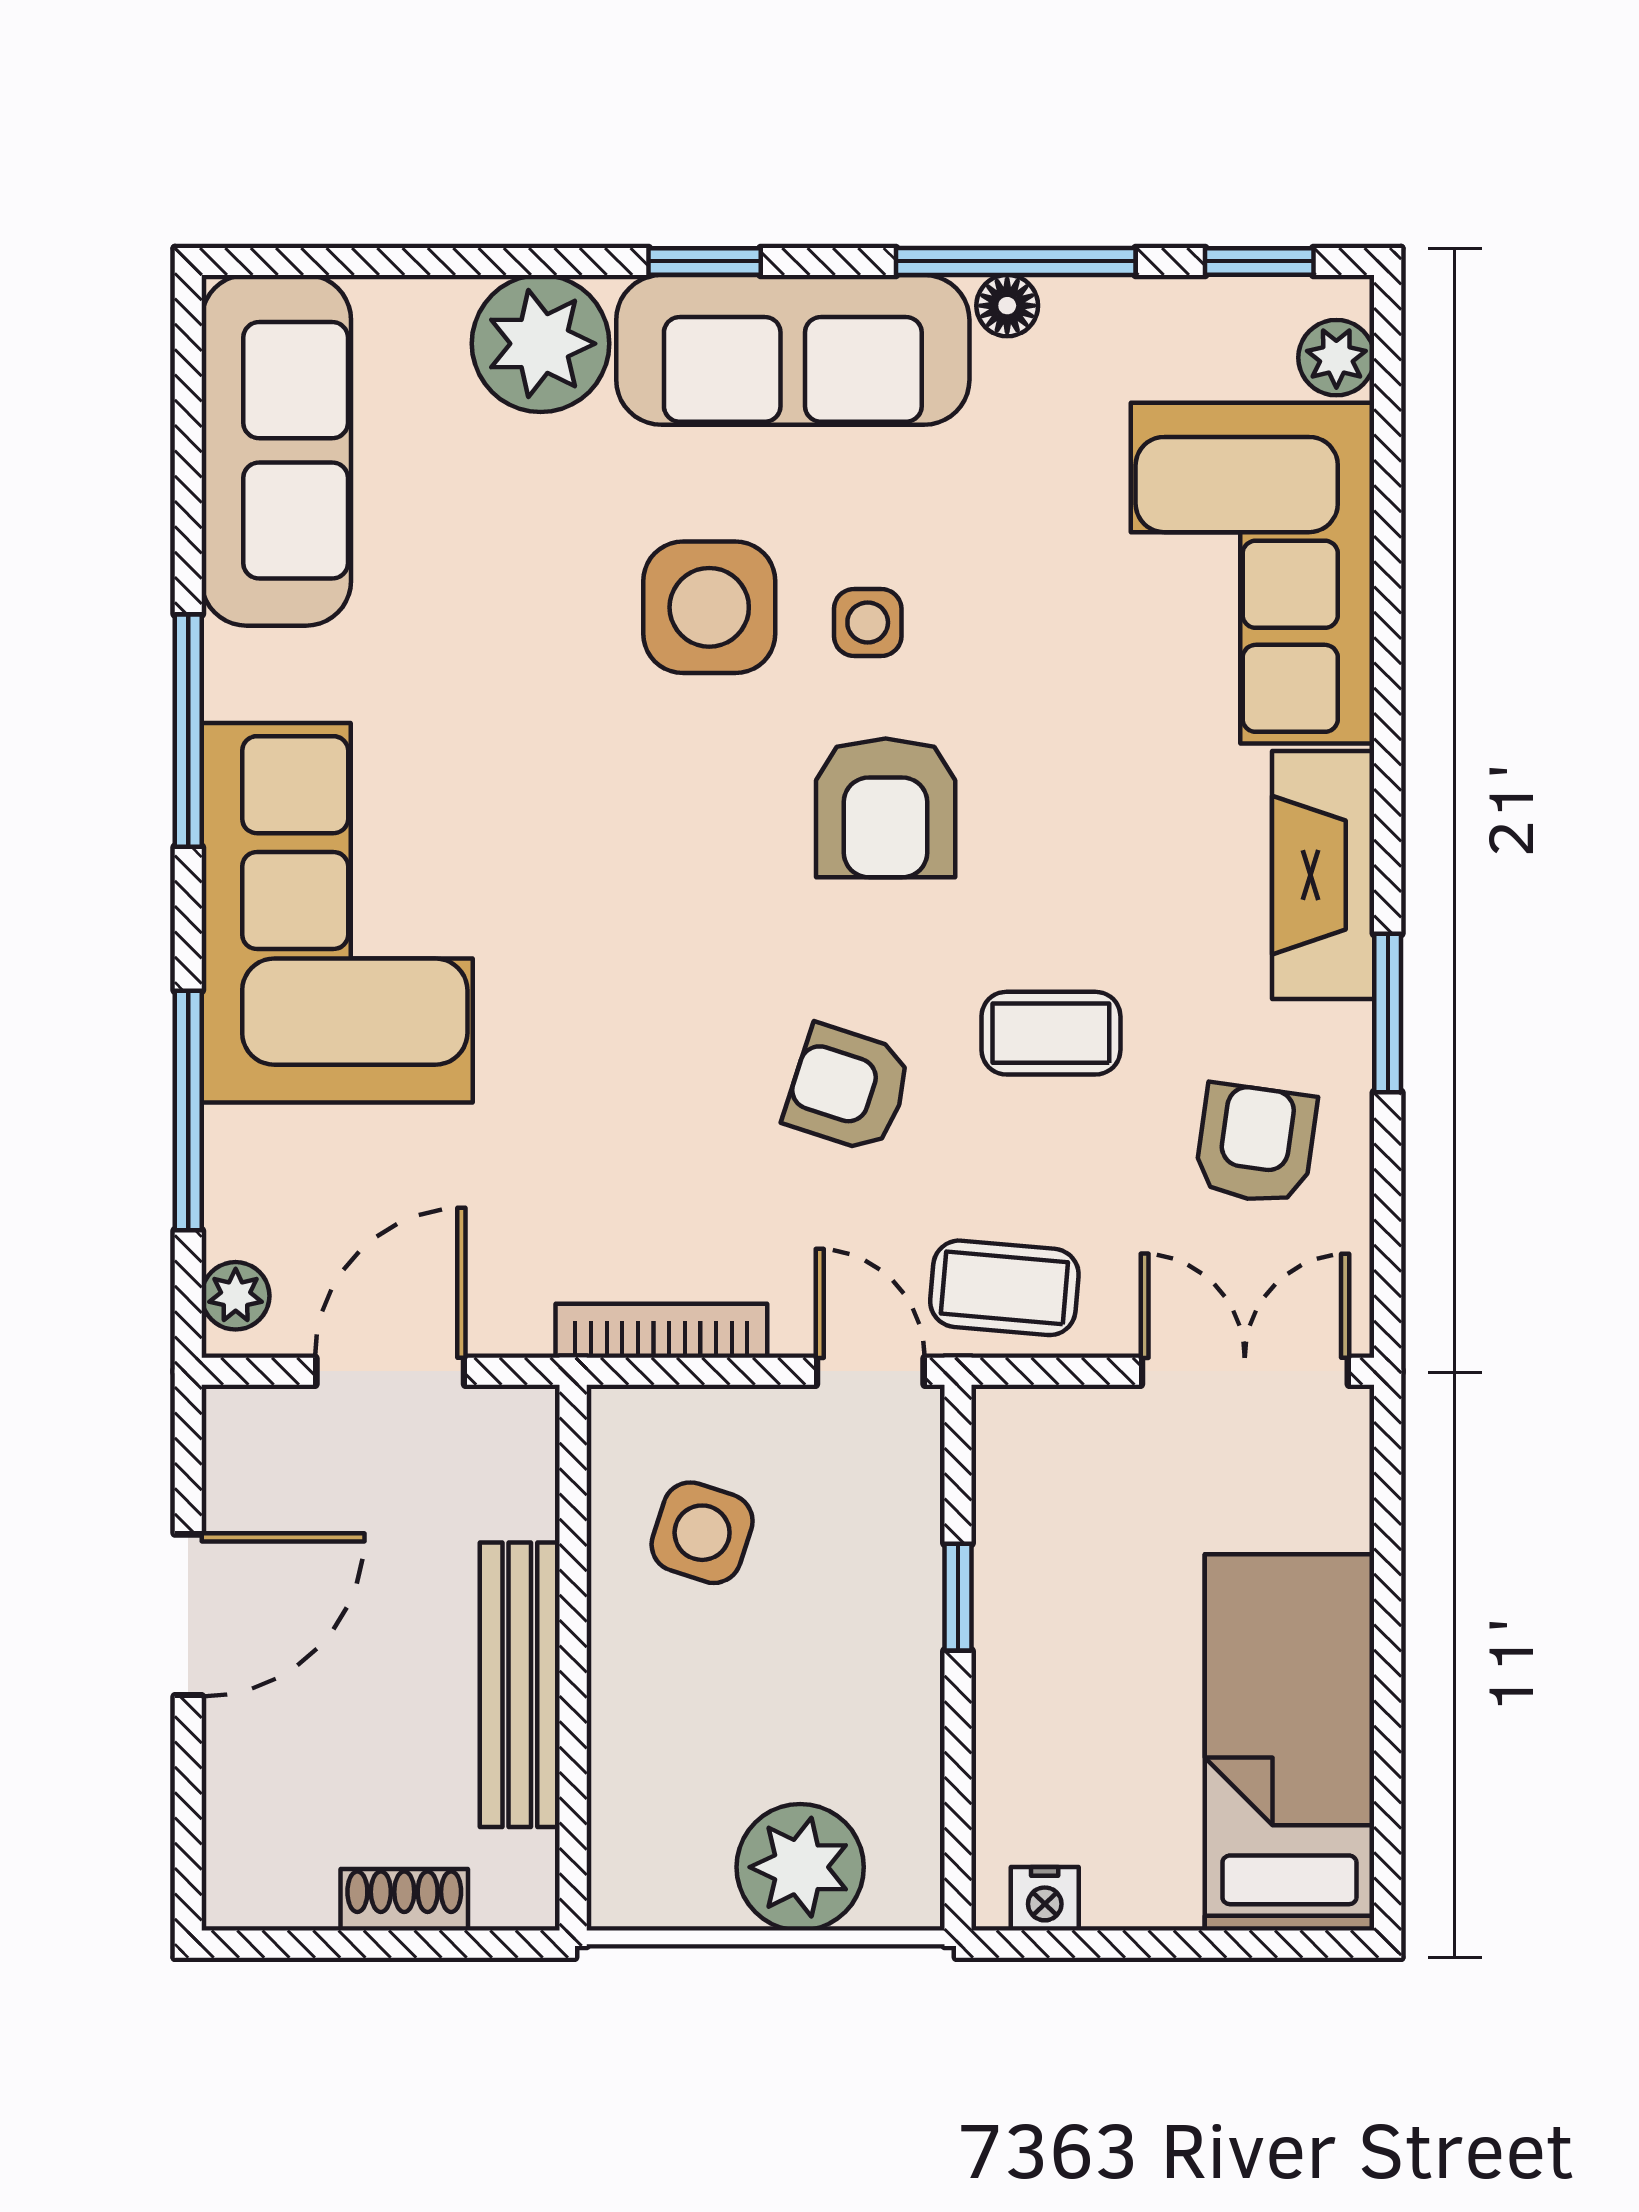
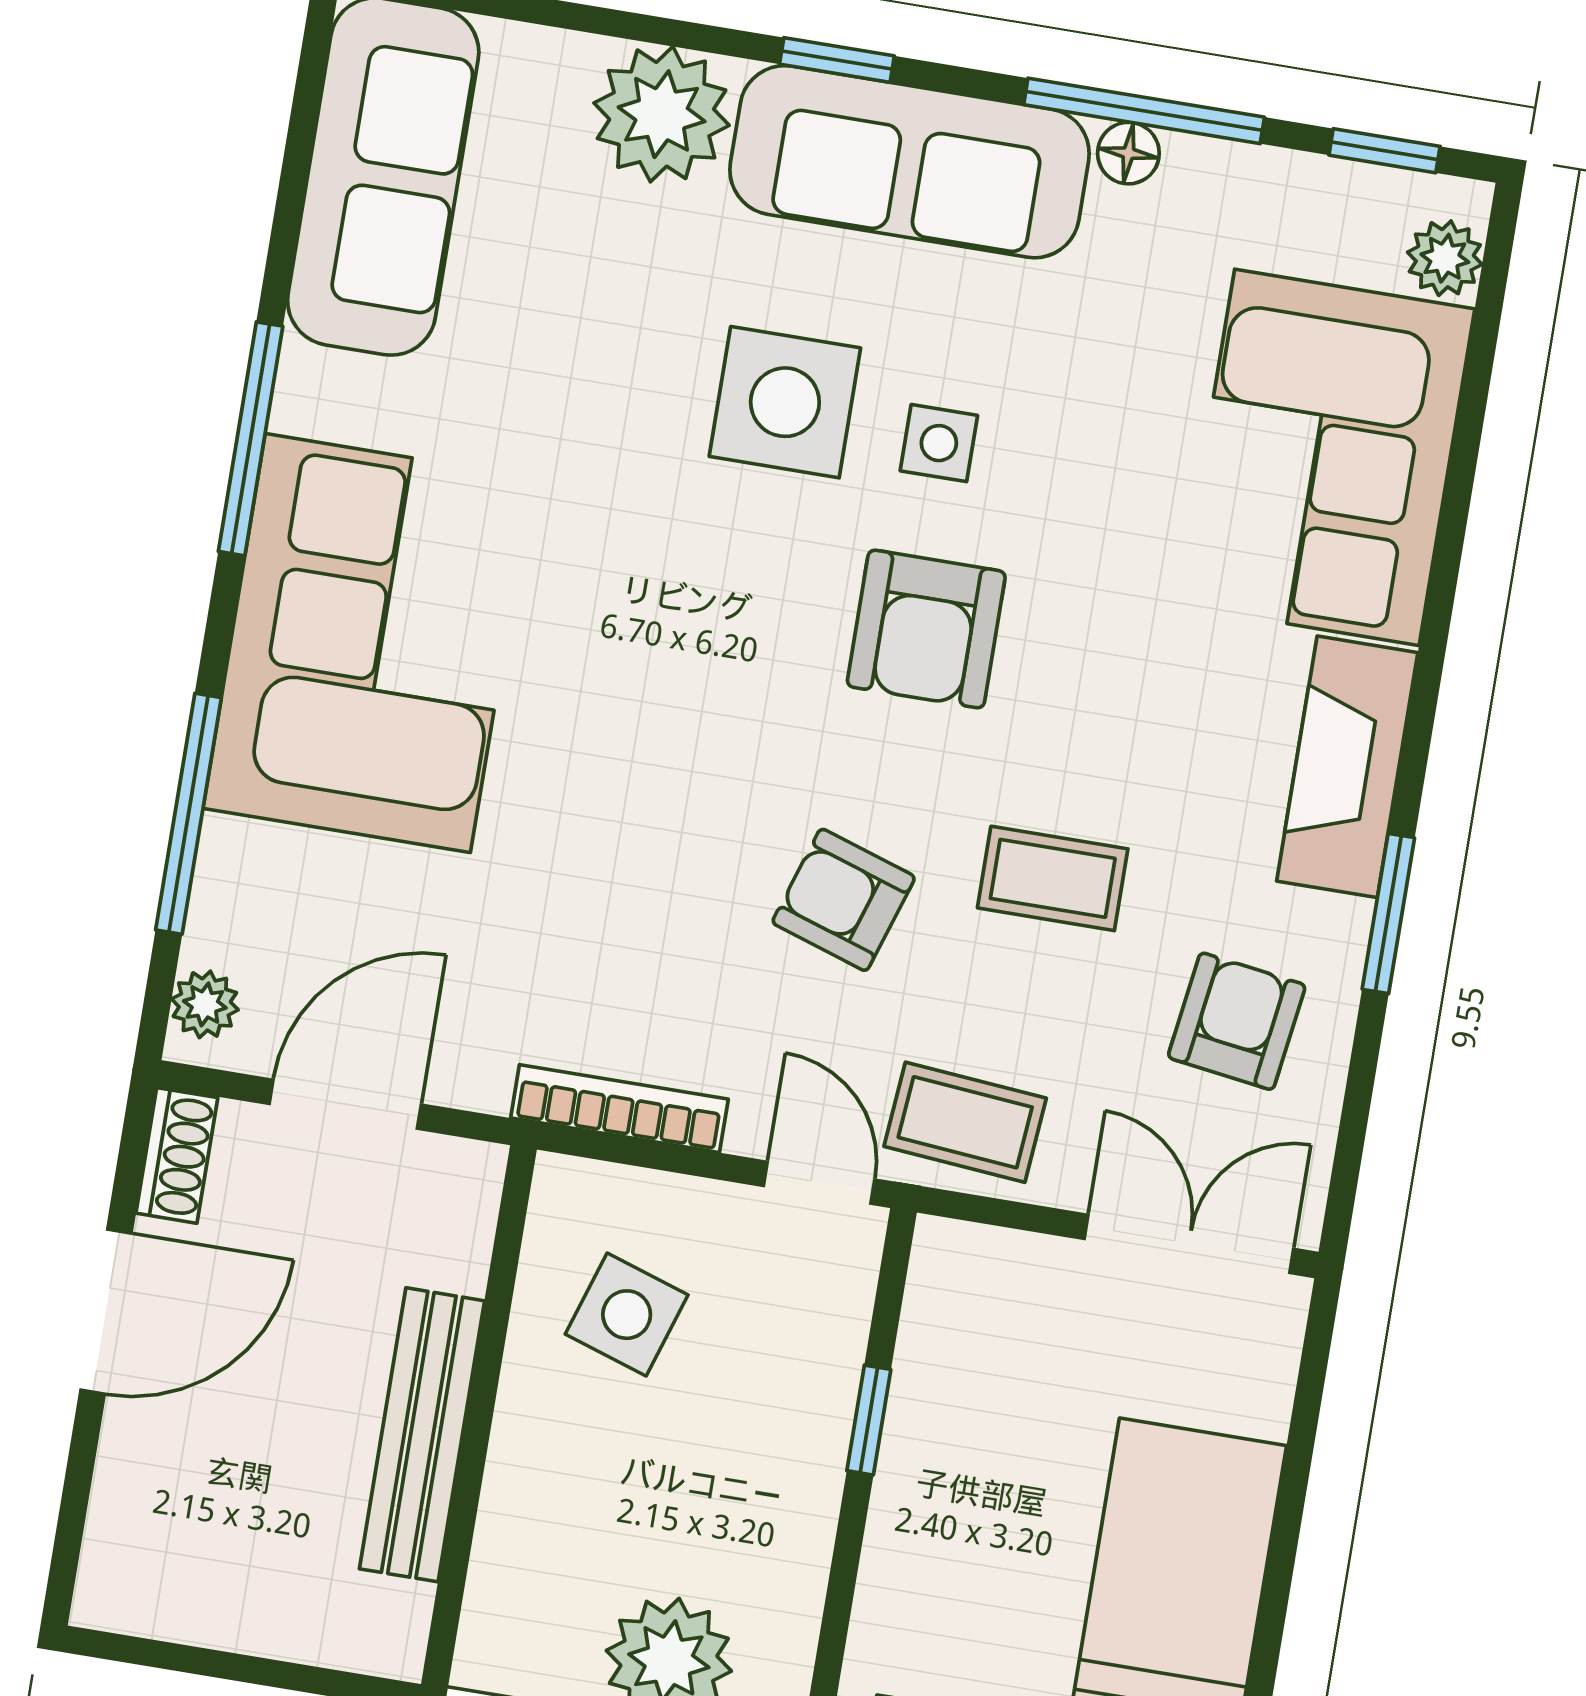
shoe rack: (404, 1900) -> (177, 1155), moved, turned 90

